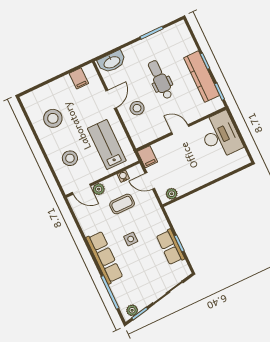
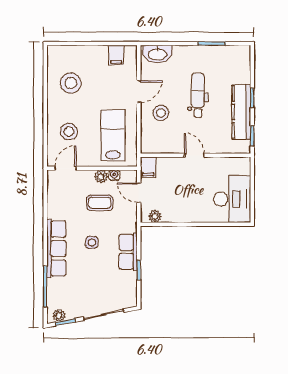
desk: (220, 135) -> (232, 199), moved
door: (81, 189) -> (66, 168), swing flipped
plant: (99, 189) -> (101, 177), moved
row of seats: (170, 247) -> (128, 252), moved

